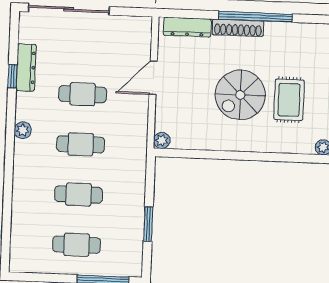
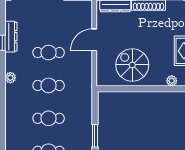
spiral stairs: (240, 95) -> (132, 65), moved, turned 90
plant: (162, 140) -> (172, 81), moved

